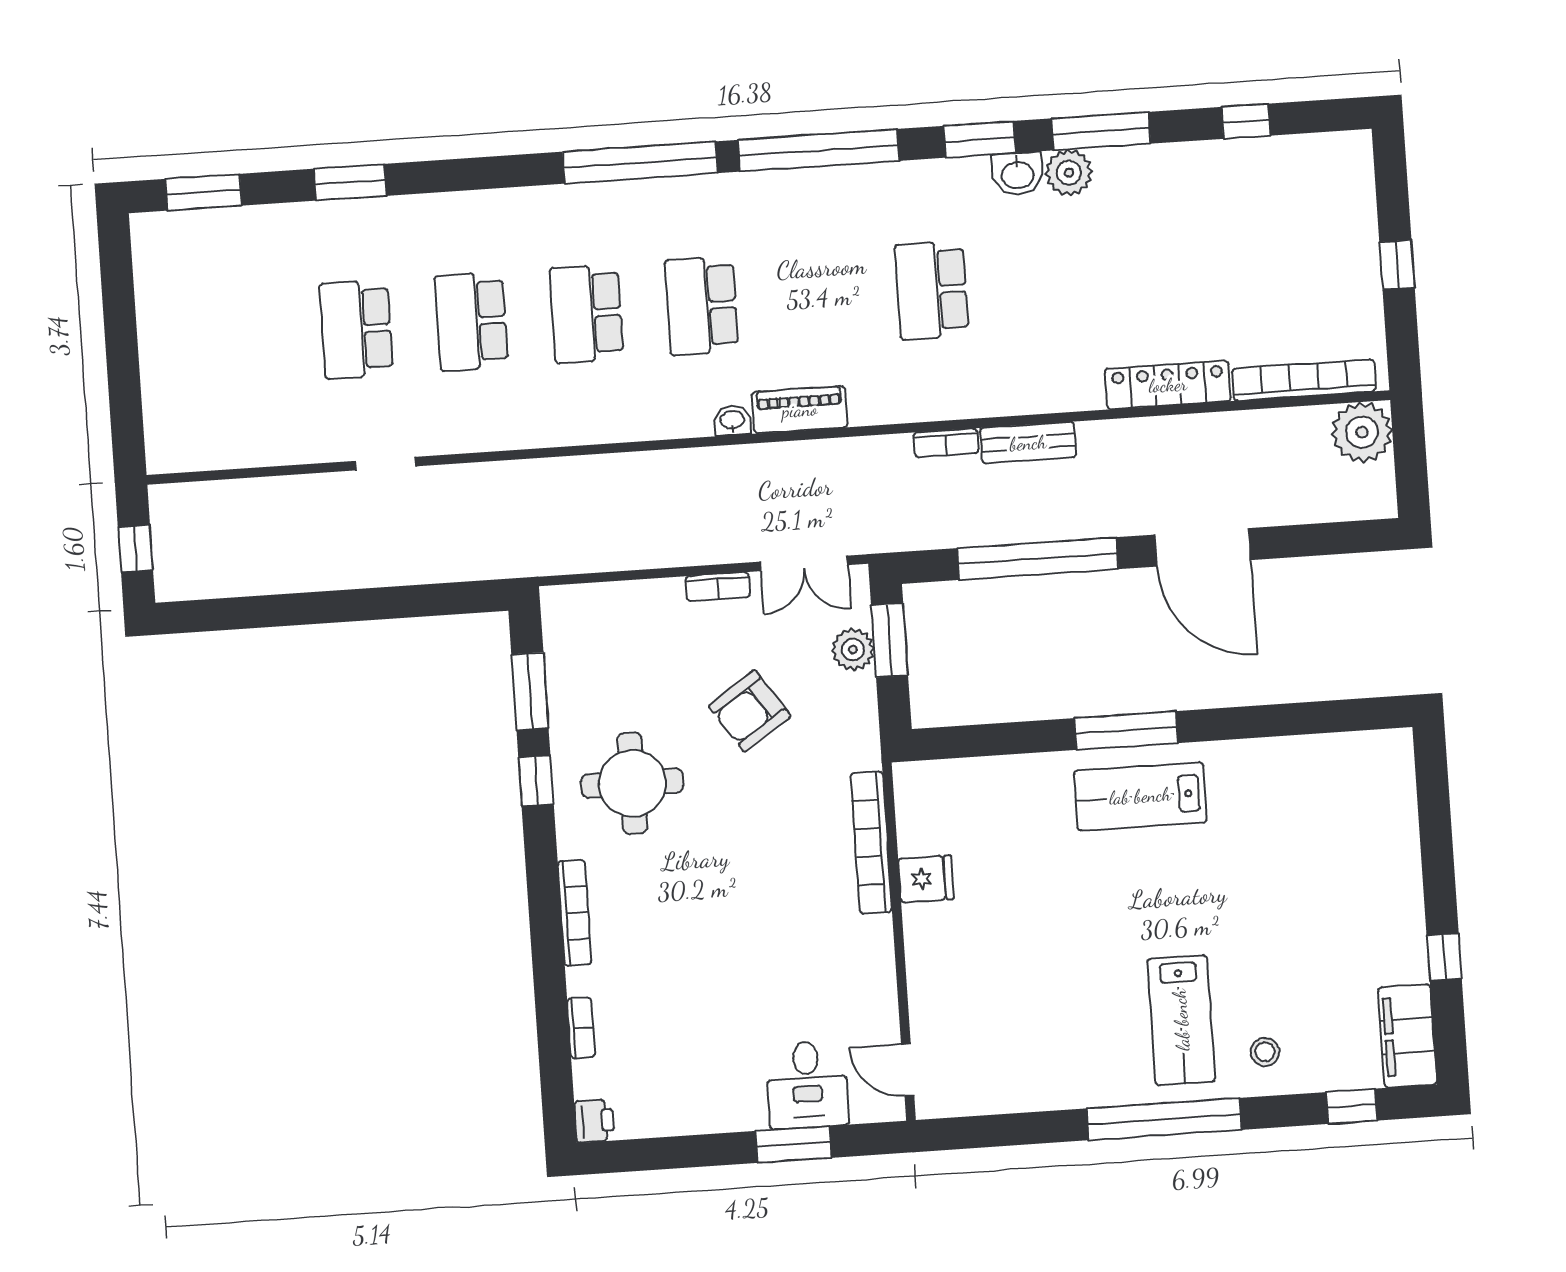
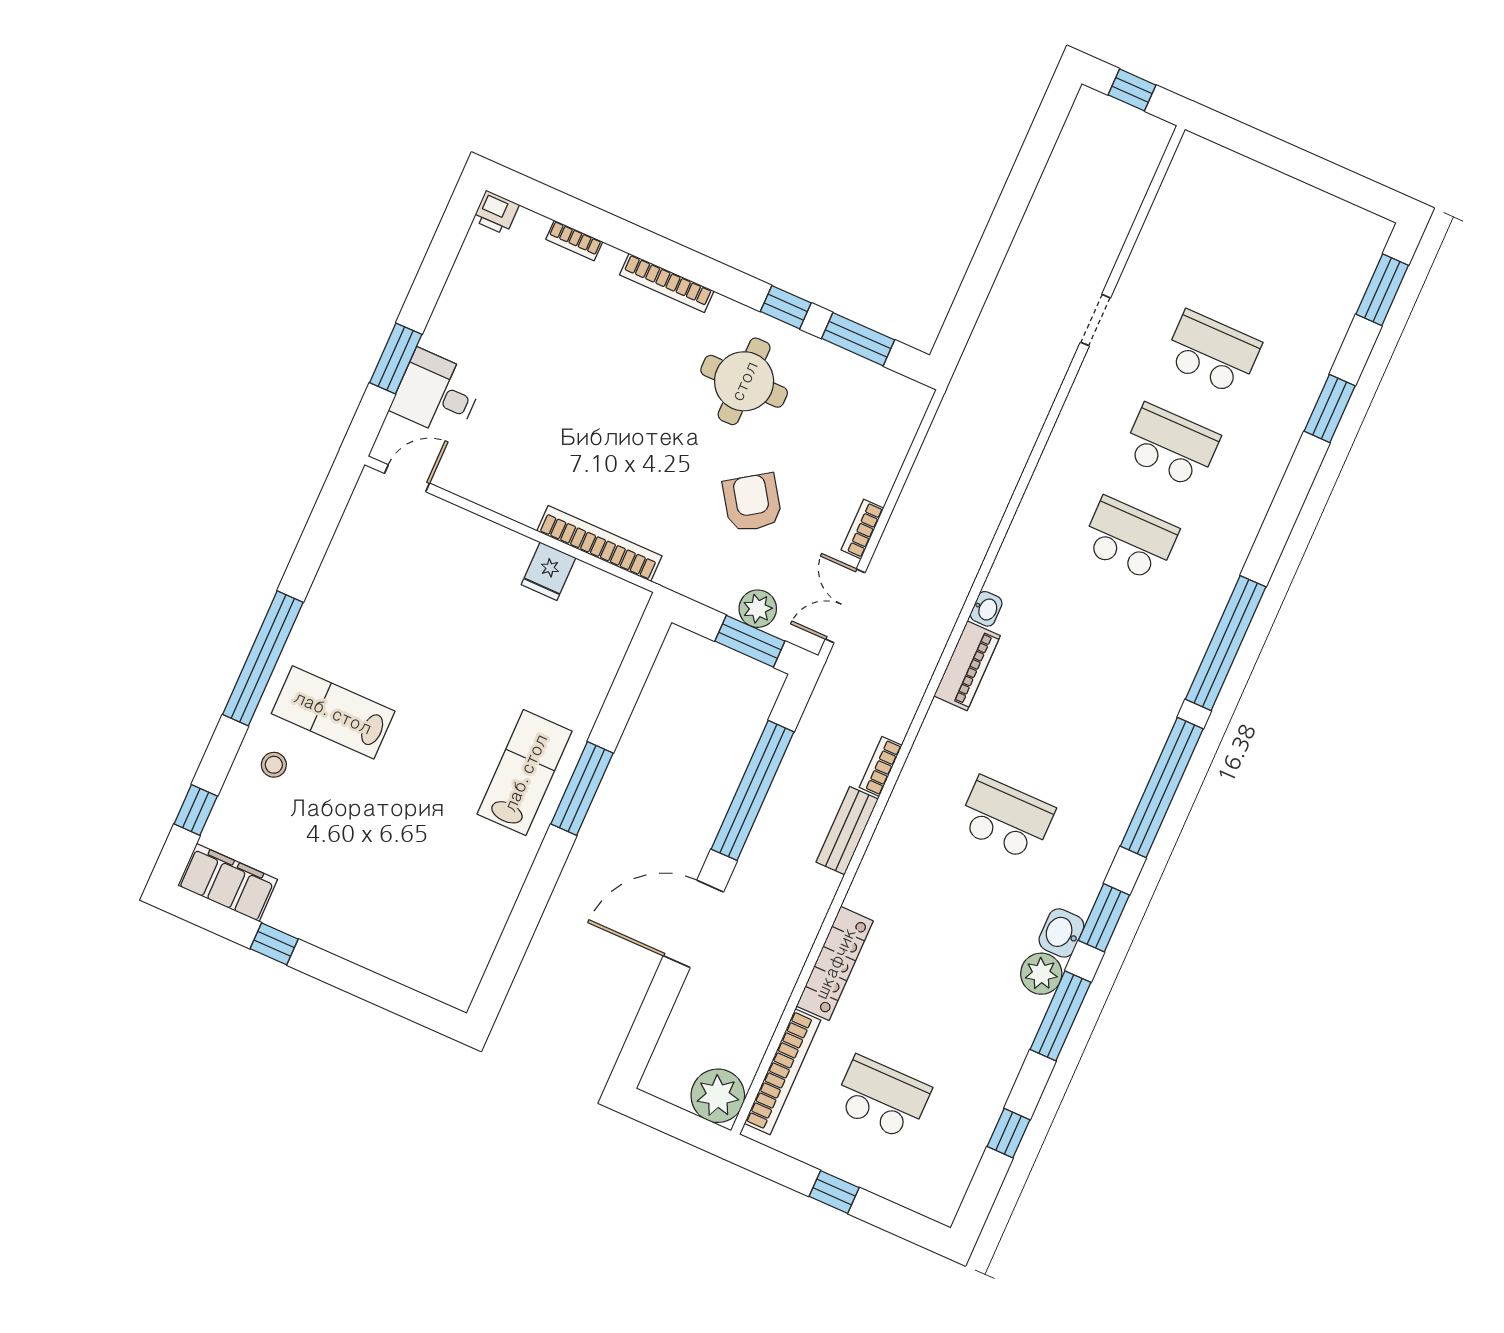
school desk: (702, 306) -> (882, 1098), moved

